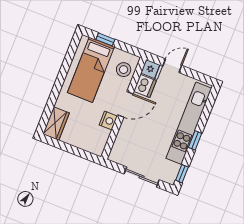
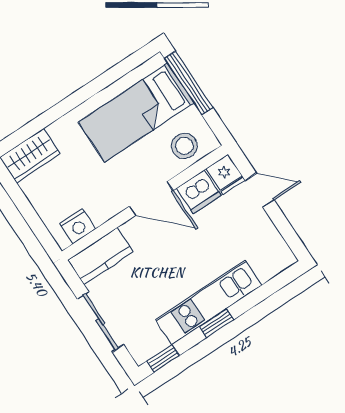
window: (105, 39) -> (189, 83), width x2.17
nightstand: (108, 121) -> (78, 226), moved
kitchen unit: (189, 123) -> (209, 302), width x0.73
kitchen counter: (120, 147) -> (100, 256), added

